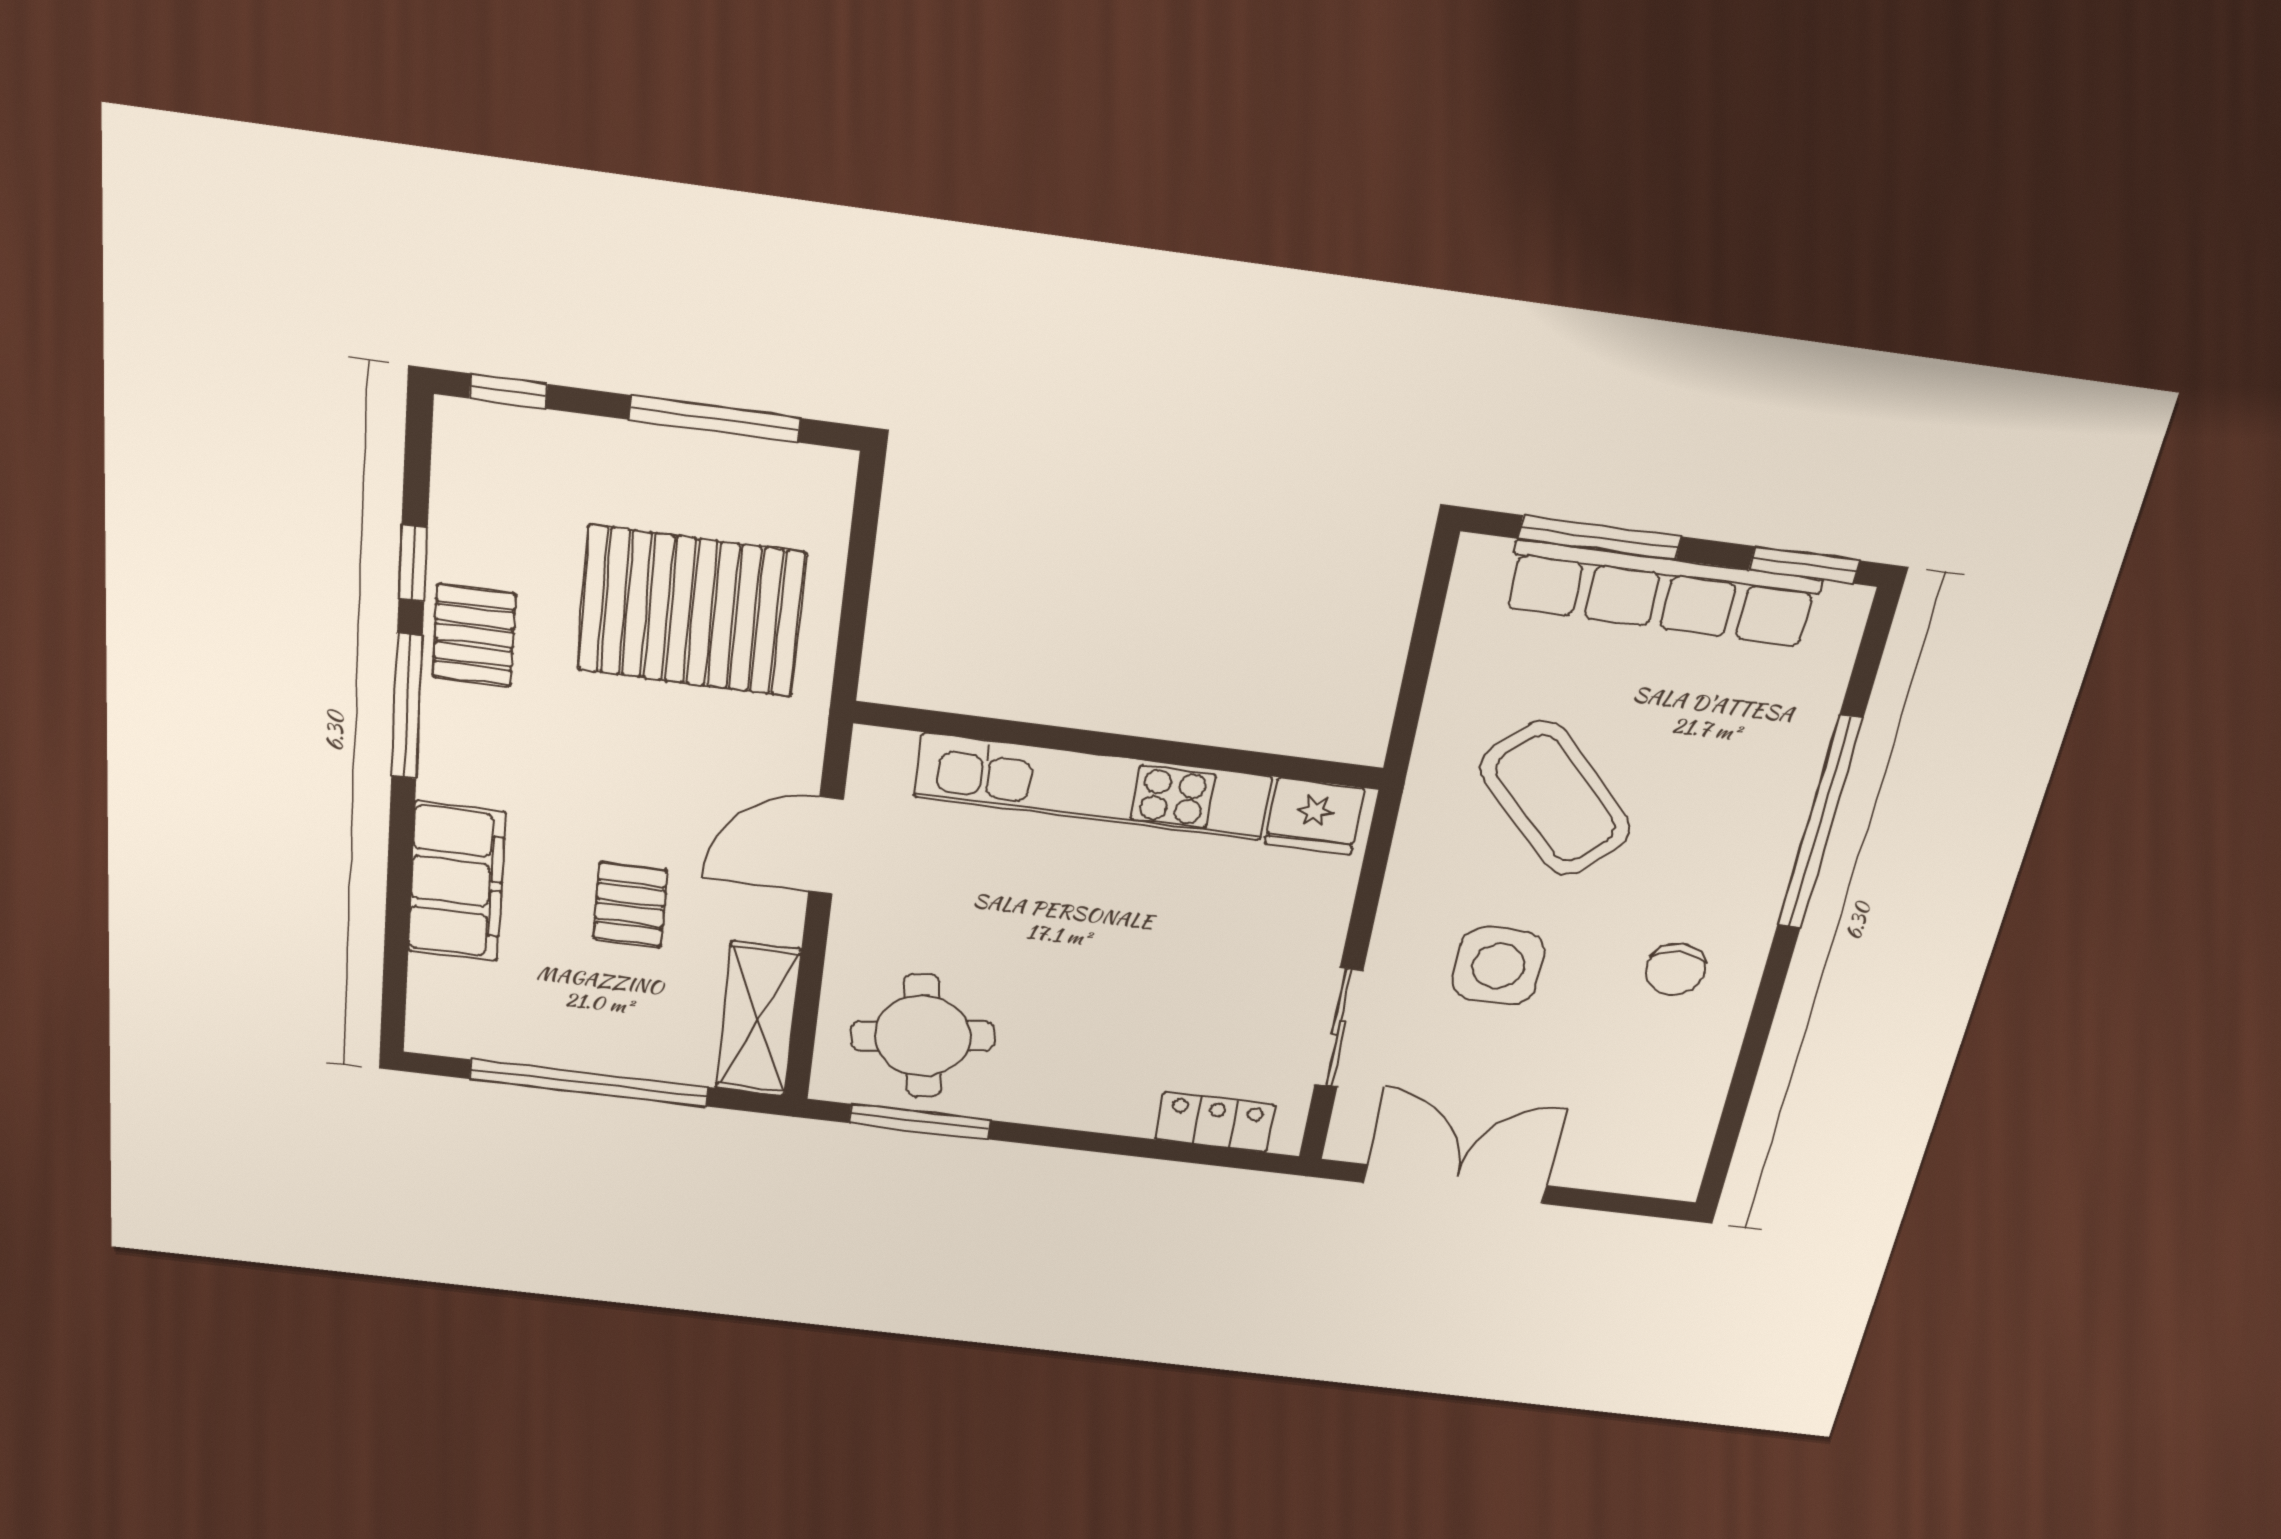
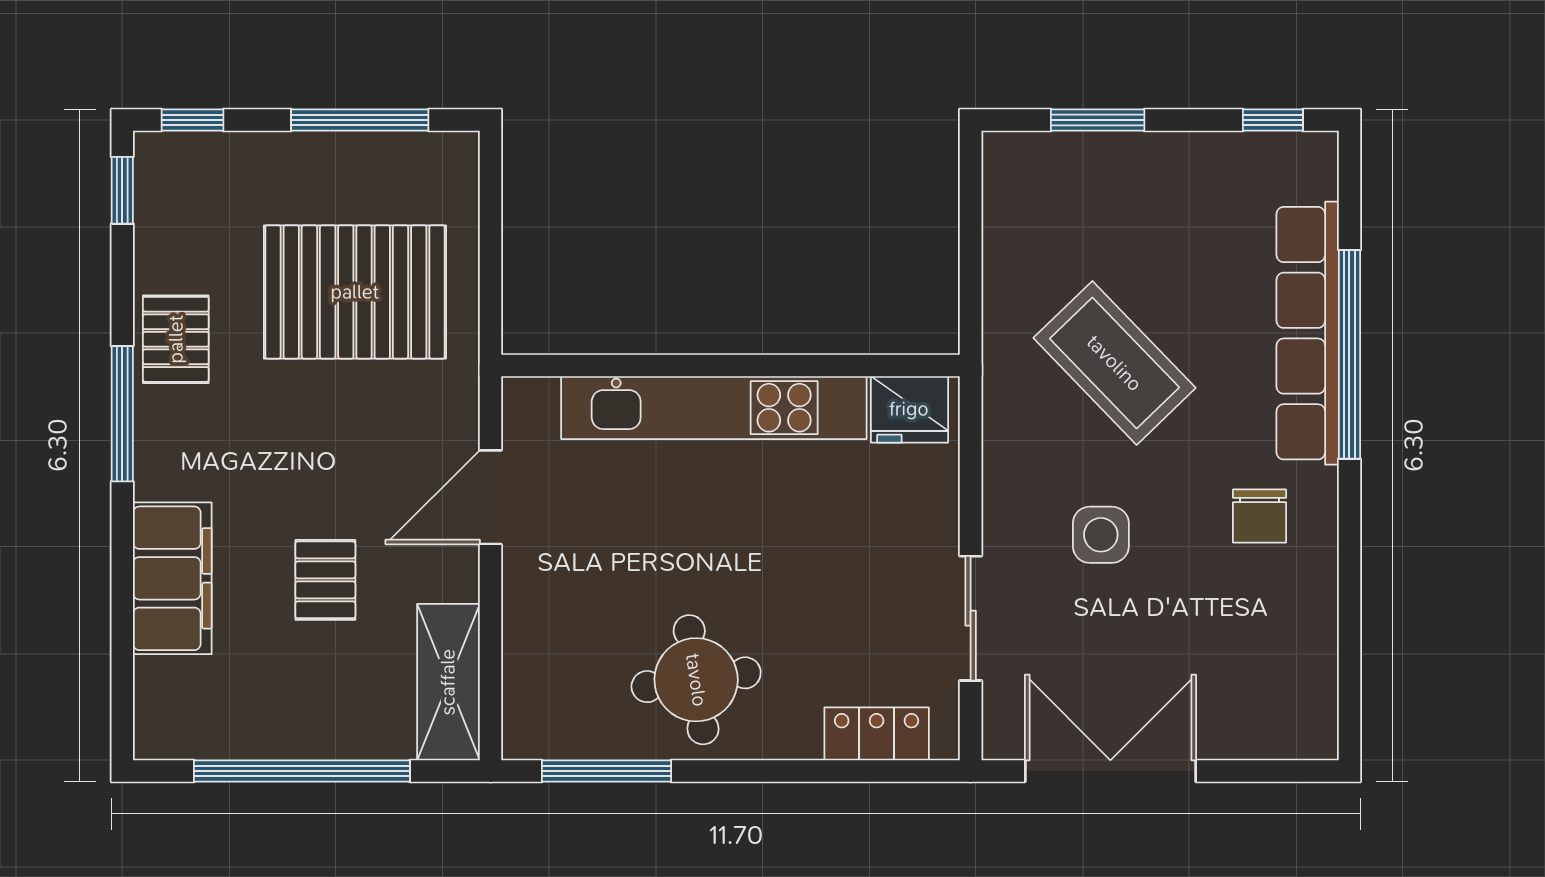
window: (1600, 538) -> (1098, 120), width x0.69
window: (413, 563) -> (122, 190), moved
window: (1804, 565) -> (1273, 120), width x0.67
row of seats: (1662, 594) -> (1308, 333), moved, turned 90
side table: (1498, 966) -> (1101, 535), width x0.73, depth x0.73
round table: (923, 1036) -> (696, 680), moved

